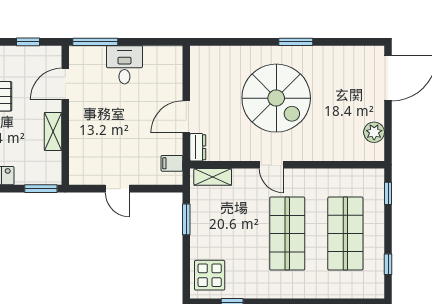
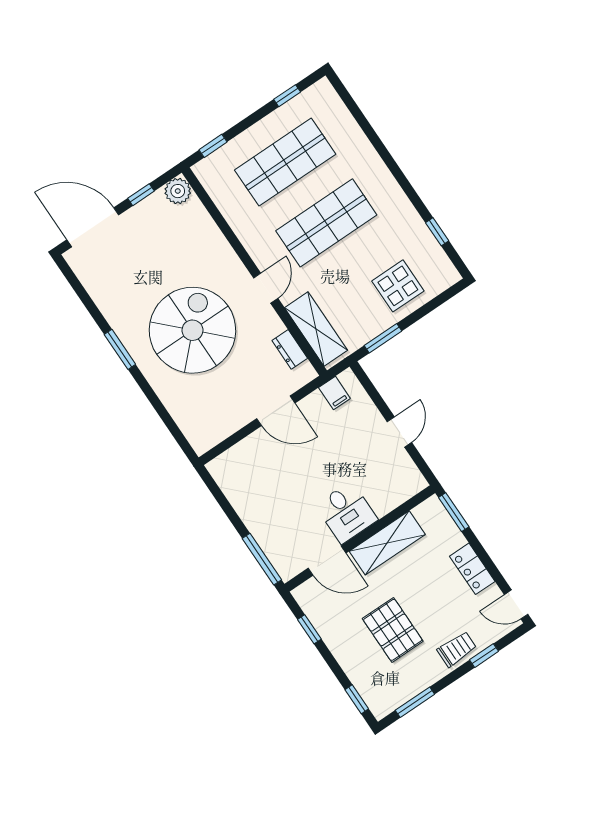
desk: (124, 65) -> (346, 513), moved, turned -90
window: (388, 124) -> (141, 195), added
shelving: (53, 131) -> (387, 543), width x1.50, depth x1.33
plant: (374, 132) -> (178, 191), moved
dresser: (198, 147) -> (290, 349), moved, turned -90
shelving: (213, 177) -> (316, 329), width x1.50, depth x1.33
display table: (210, 275) -> (398, 286), moved

